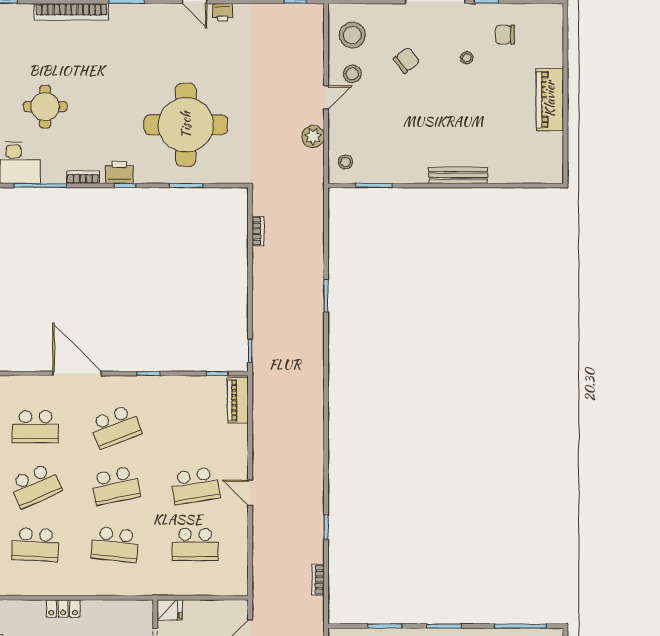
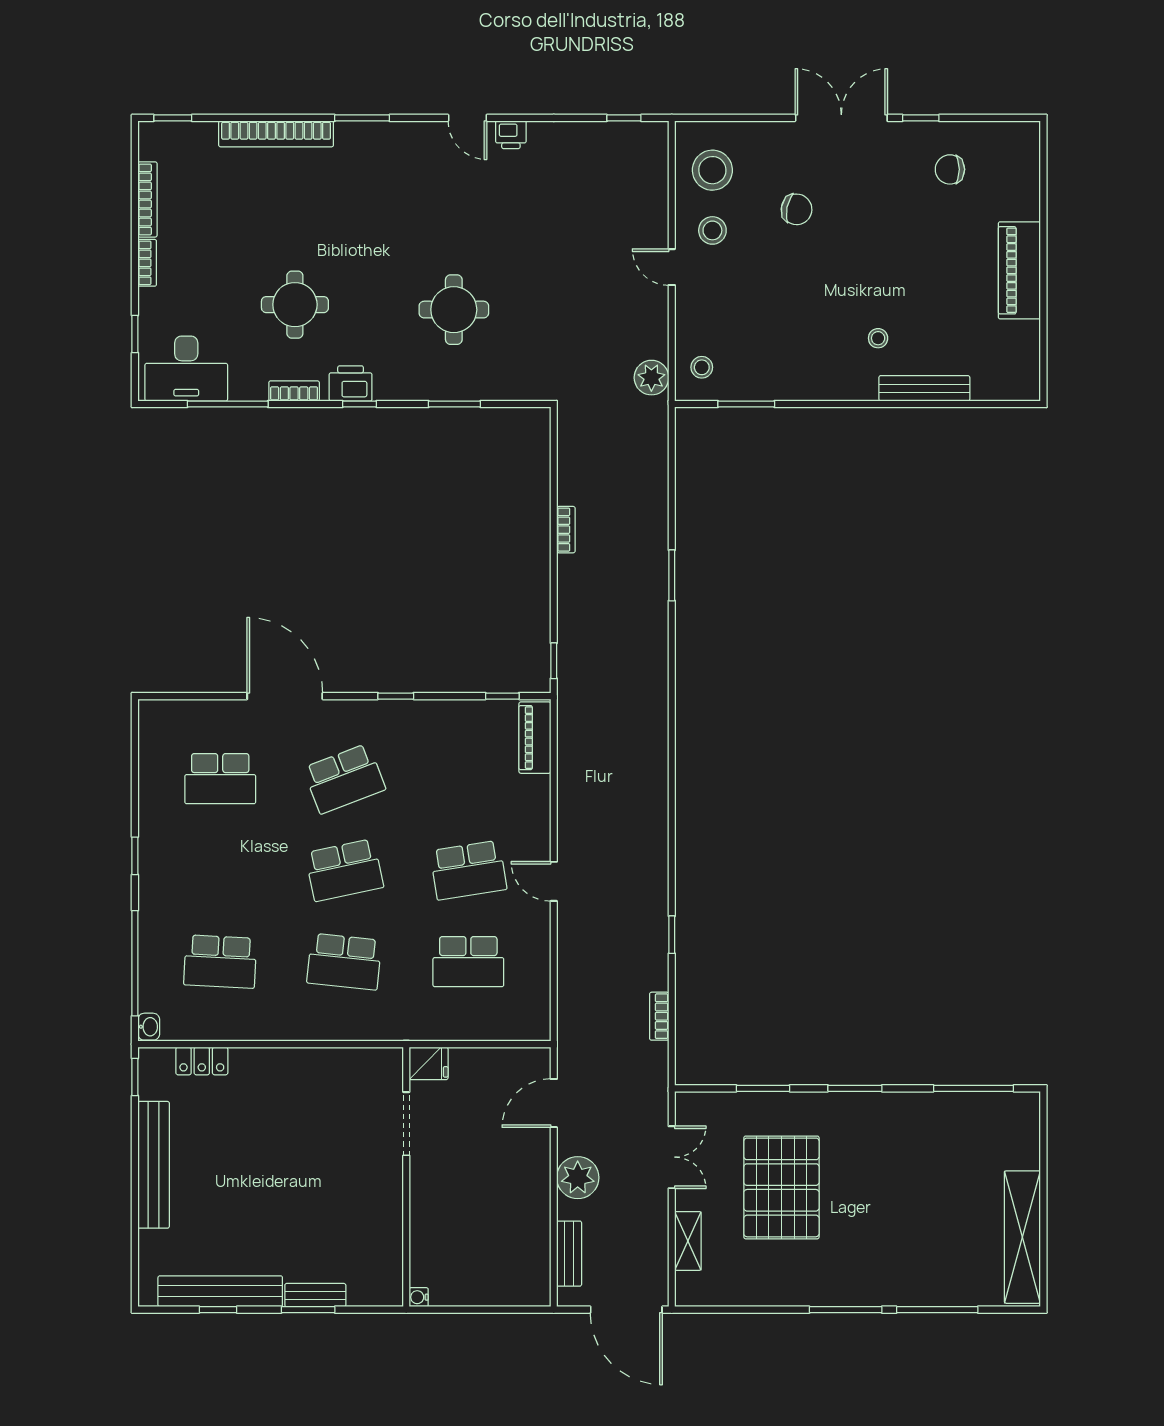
stool: (467, 58) -> (878, 338), moved
chair: (406, 60) -> (797, 209), turned 49
door: (326, 97) -> (672, 267), swing flipped
round table: (45, 107) -> (295, 305), moved
round table: (186, 125) -> (454, 310), width x0.54, depth x0.54
plant: (313, 136) -> (651, 378), moved
bench: (458, 175) -> (924, 388), moved
bookcase: (258, 231) -> (566, 530), moved
school desk: (35, 486) -> (220, 870), removed
locker: (63, 608) -> (202, 1061), moved

